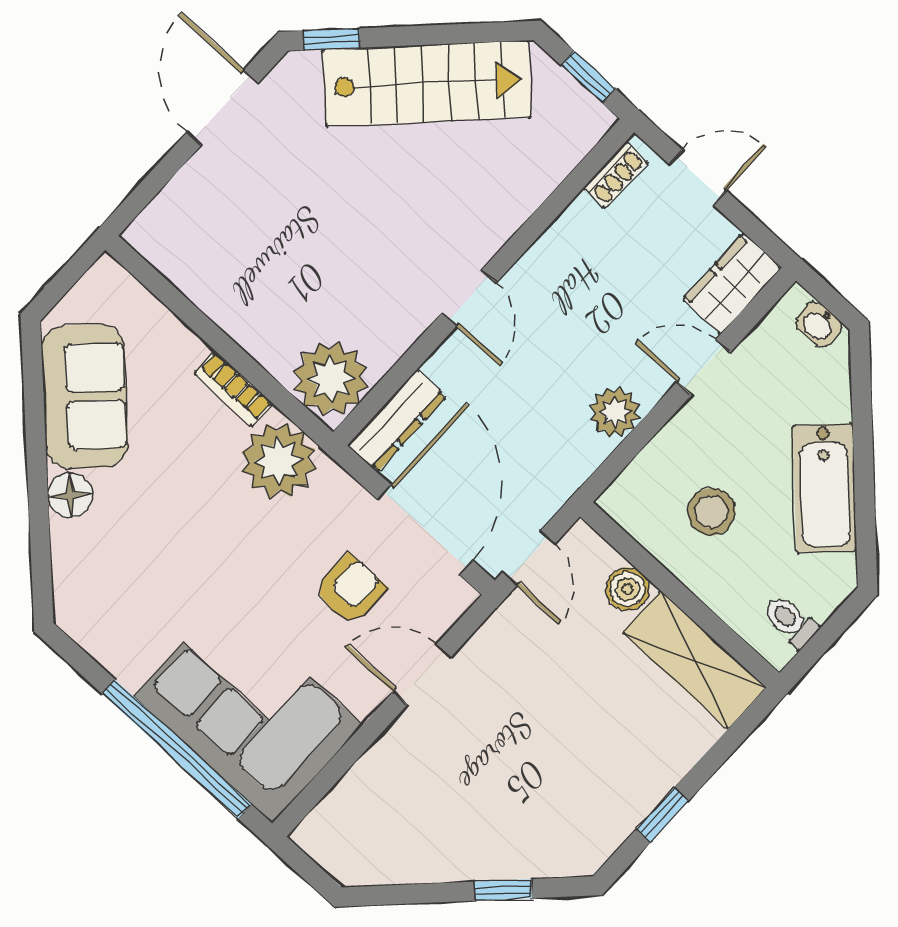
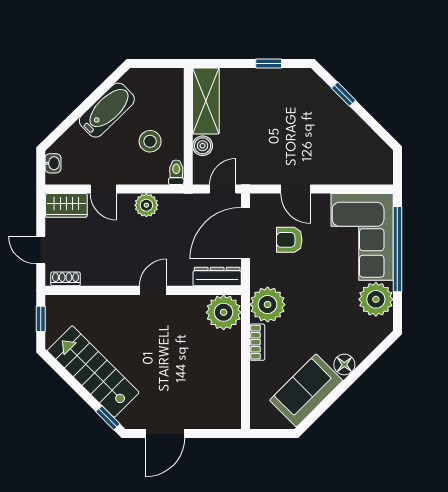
toilet: (791, 621) -> (176, 172), moved, turned 180
plant: (128, 641) -> (376, 299), added

